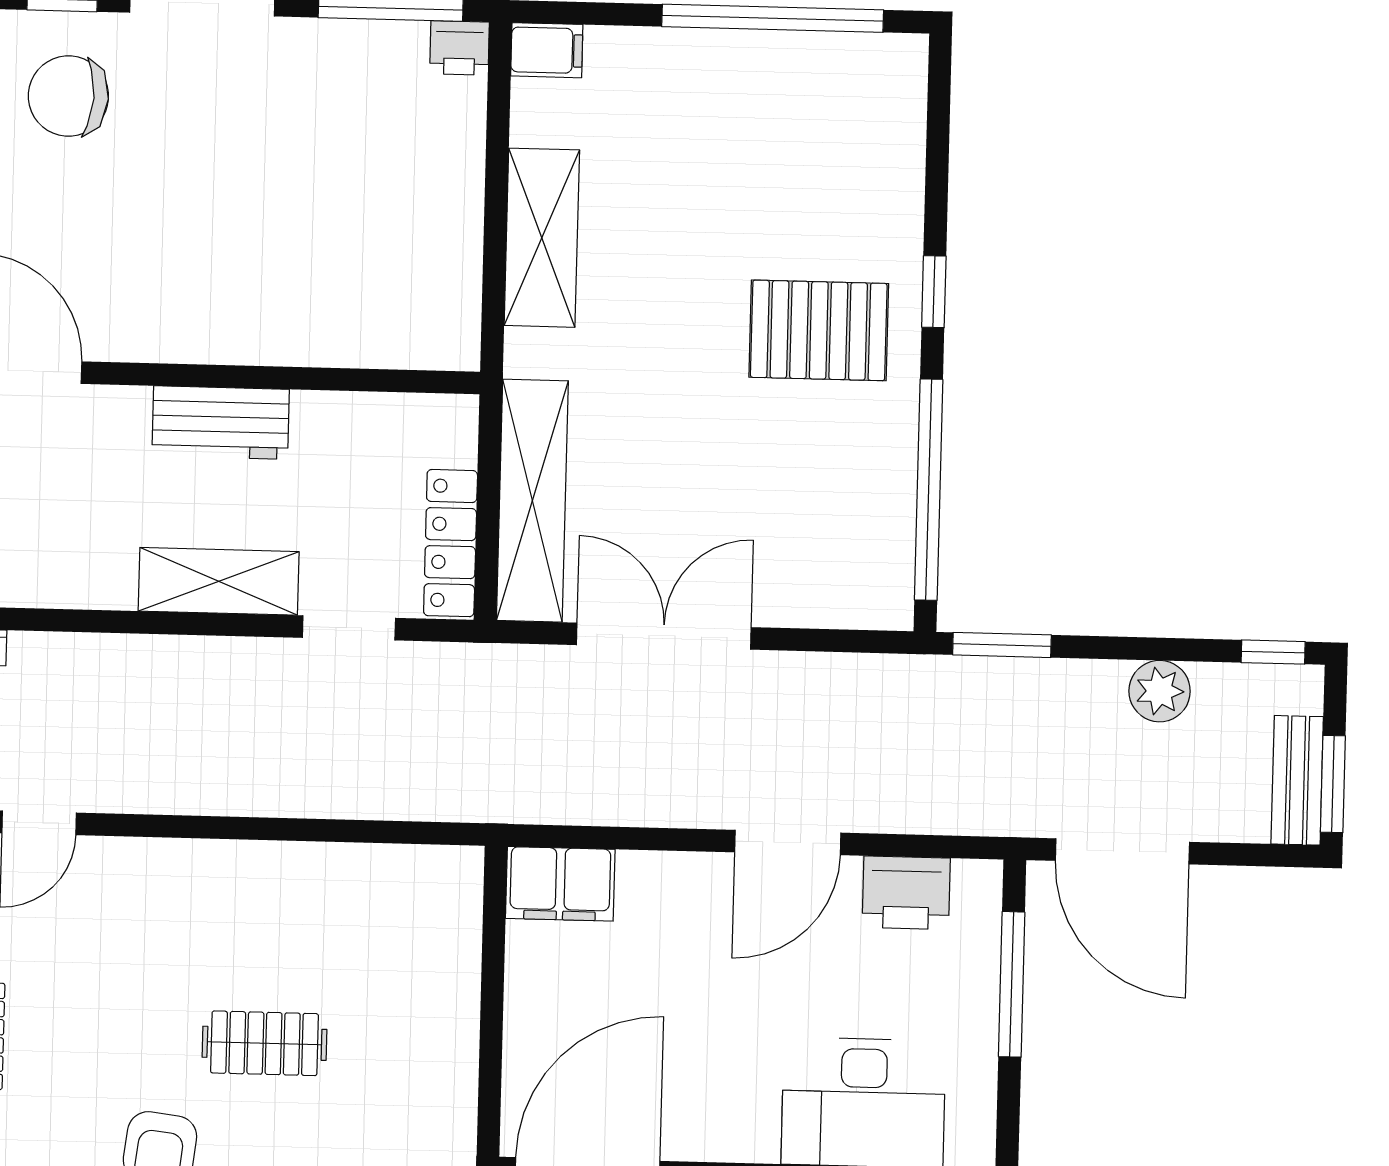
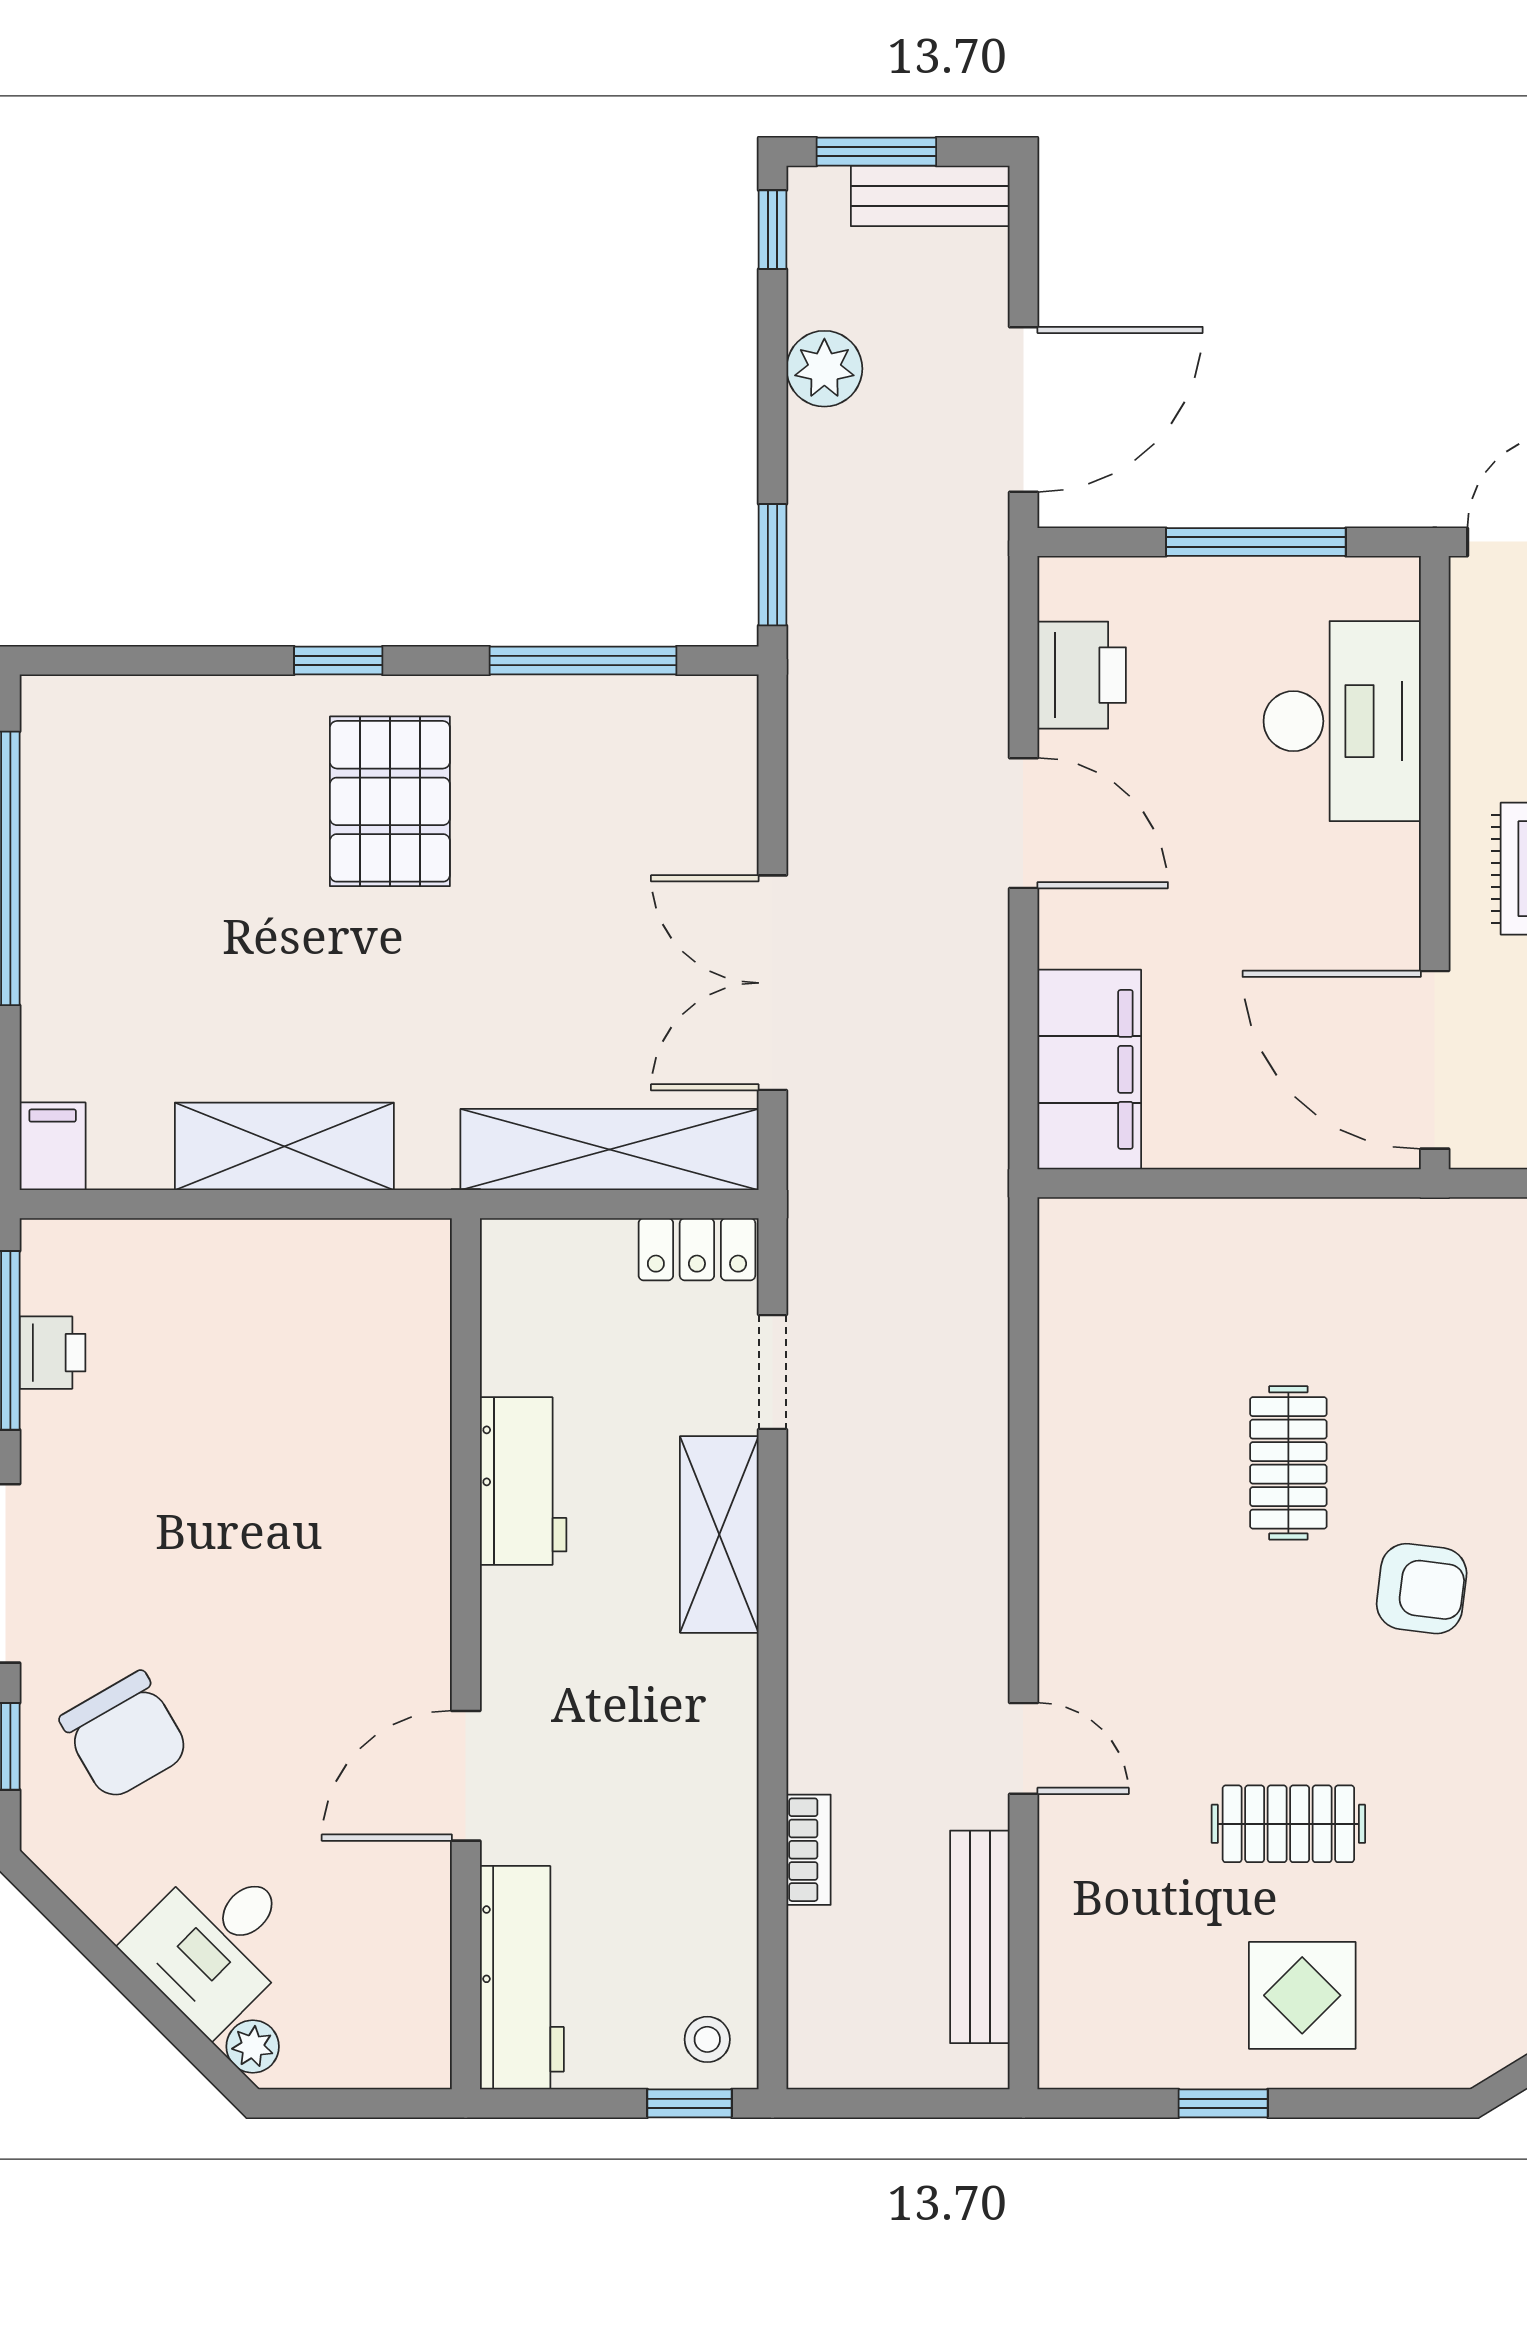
printer: (459, 48) -> (53, 1353), moved
chair: (68, 96) -> (125, 1736), turned -33
workbench: (221, 423) -> (523, 1481), moved
window: (929, 490) -> (583, 660), width x0.68
locker: (451, 543) -> (697, 1249), width x0.66
window: (1333, 784) -> (876, 152), moved
filing cabinet: (560, 884) -> (1089, 1069), width x1.50, depth x1.17
window: (1012, 984) -> (1256, 542), moved

